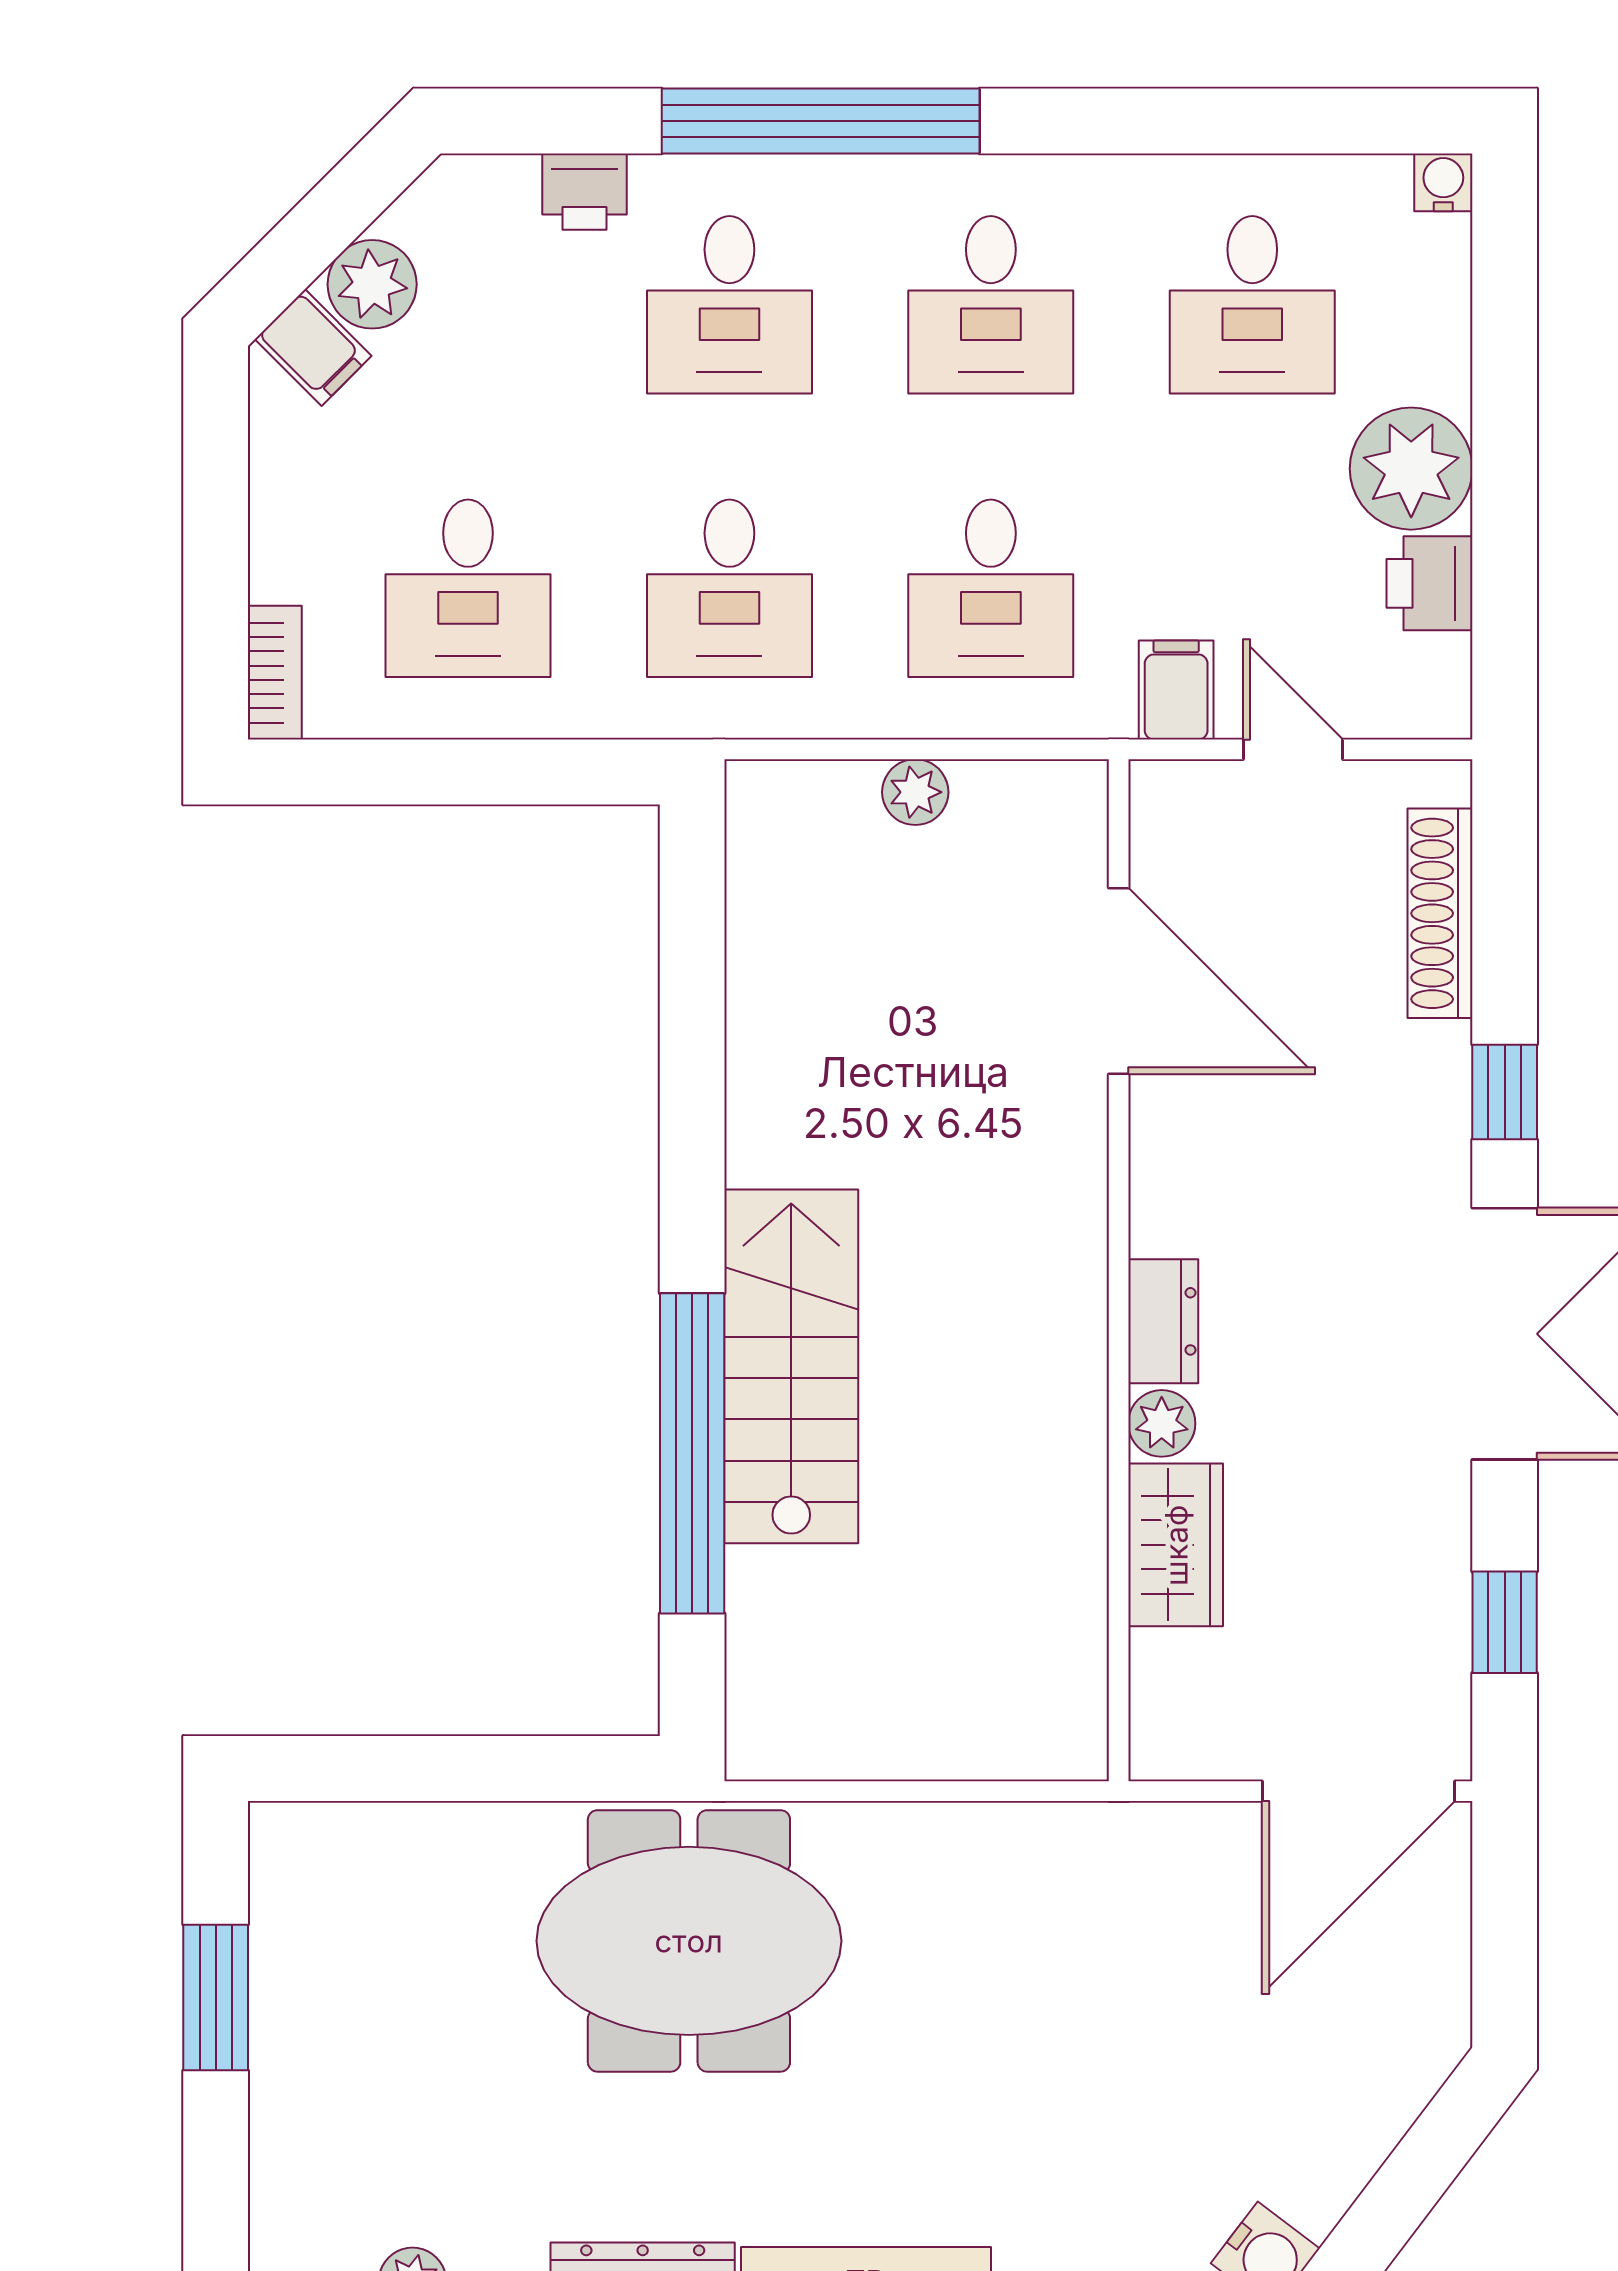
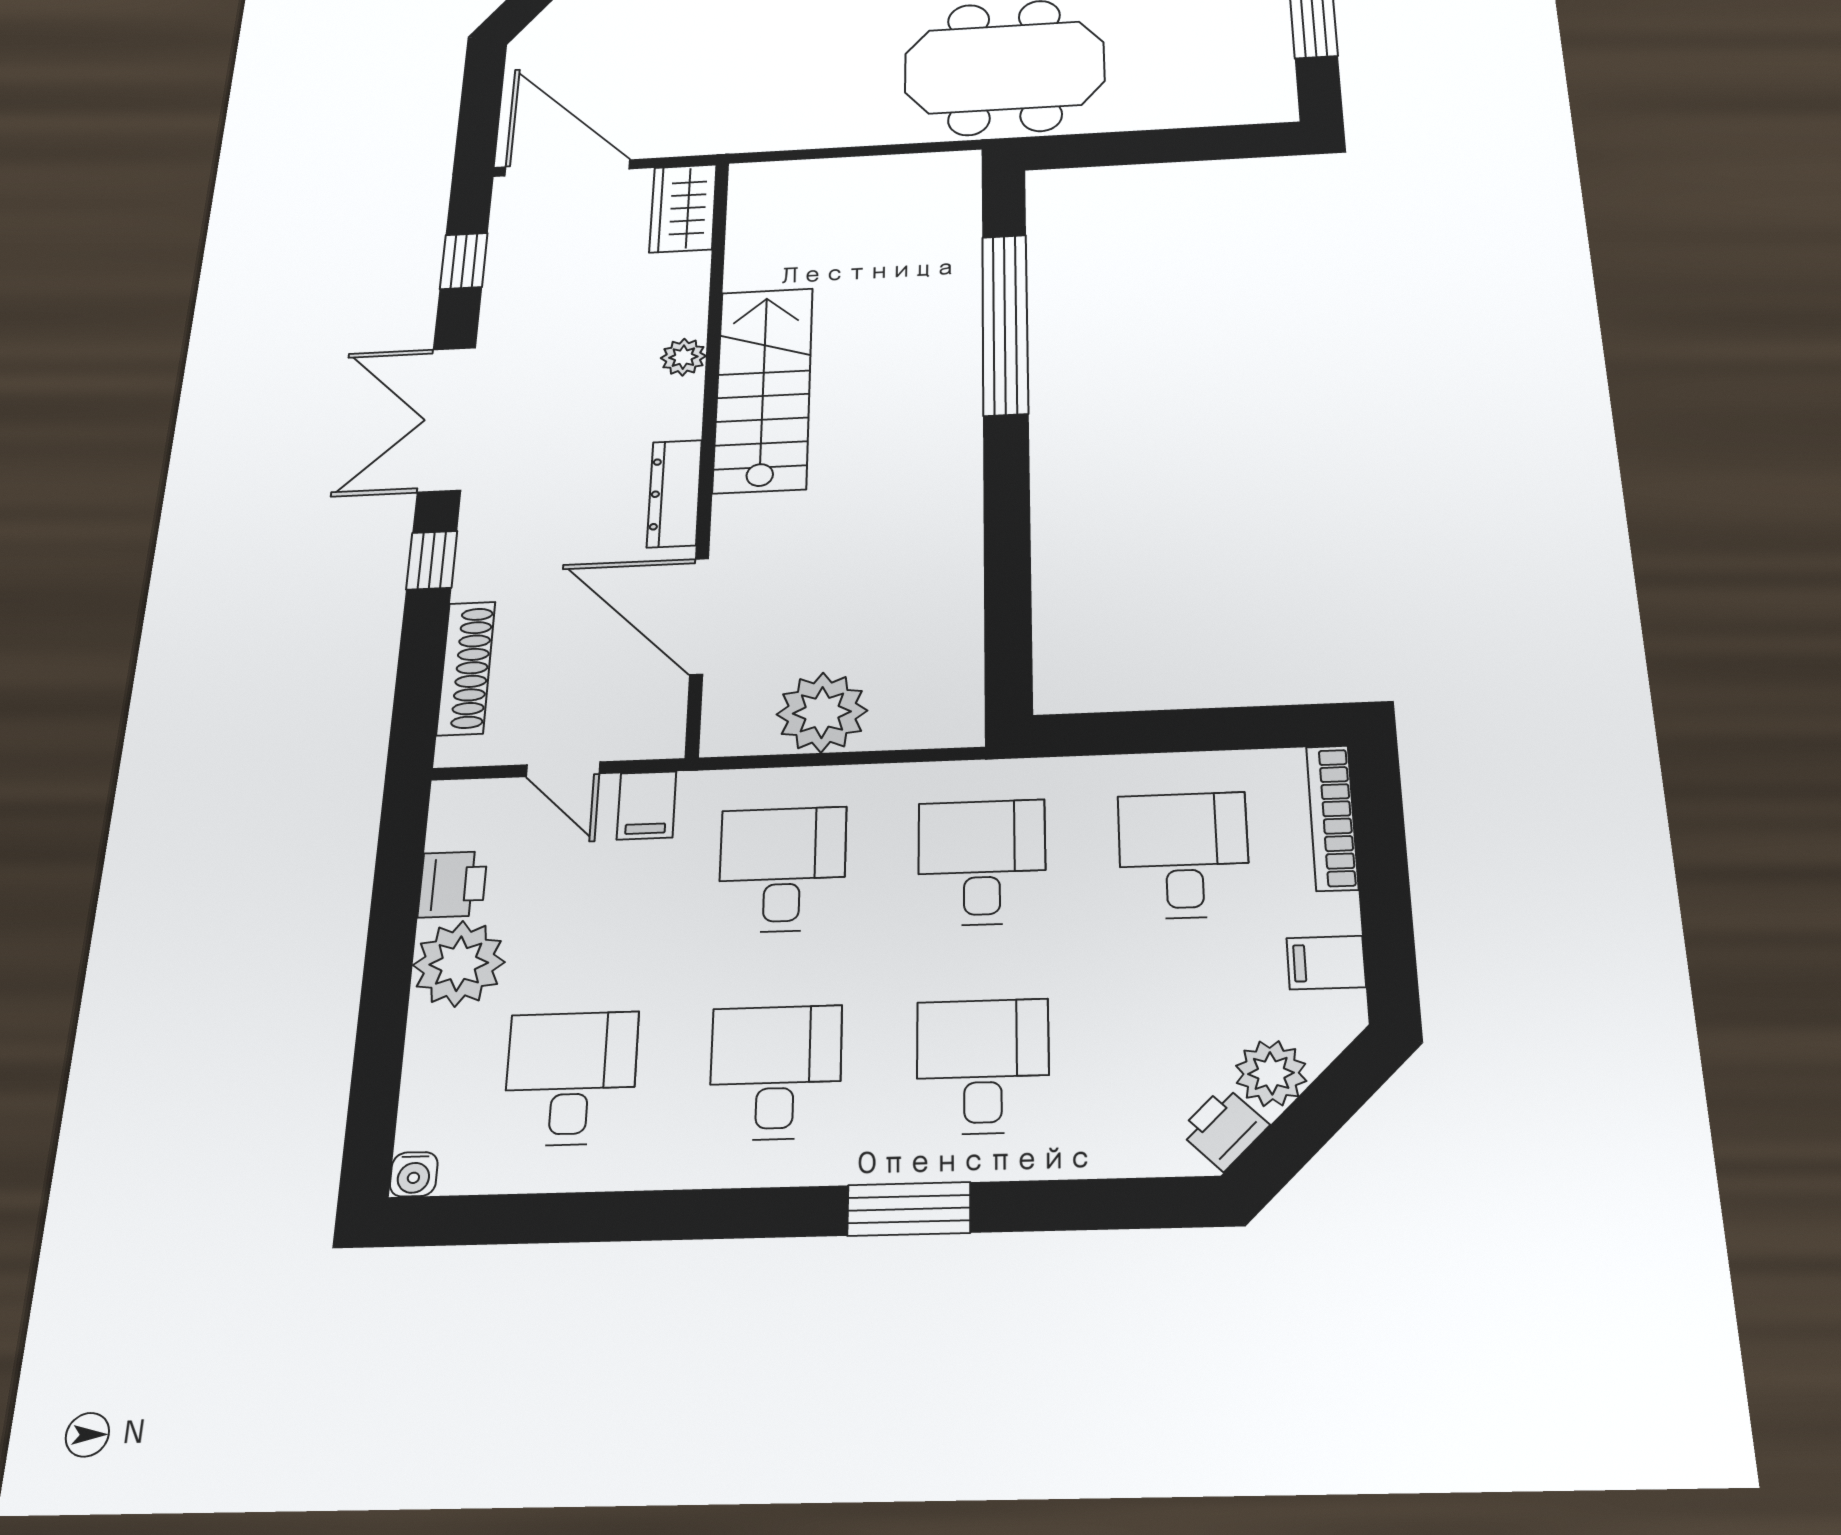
window: (821, 121) -> (909, 1209), width x0.47
printer: (584, 192) -> (1224, 1128), moved, turned -45
filing cabinet: (313, 347) -> (1326, 962), moved, turned -45
bookcase: (275, 673) -> (1332, 818), width x1.56
plant: (915, 792) -> (822, 712), width x1.88, depth x1.88
dresser: (1163, 1321) -> (674, 493), moved, width x1.44
stairs: (791, 1366) -> (763, 389), moved, turned 180
wardrobe: (1176, 1545) -> (683, 208), moved
door: (1358, 1791) -> (567, 168), hinge flipped

